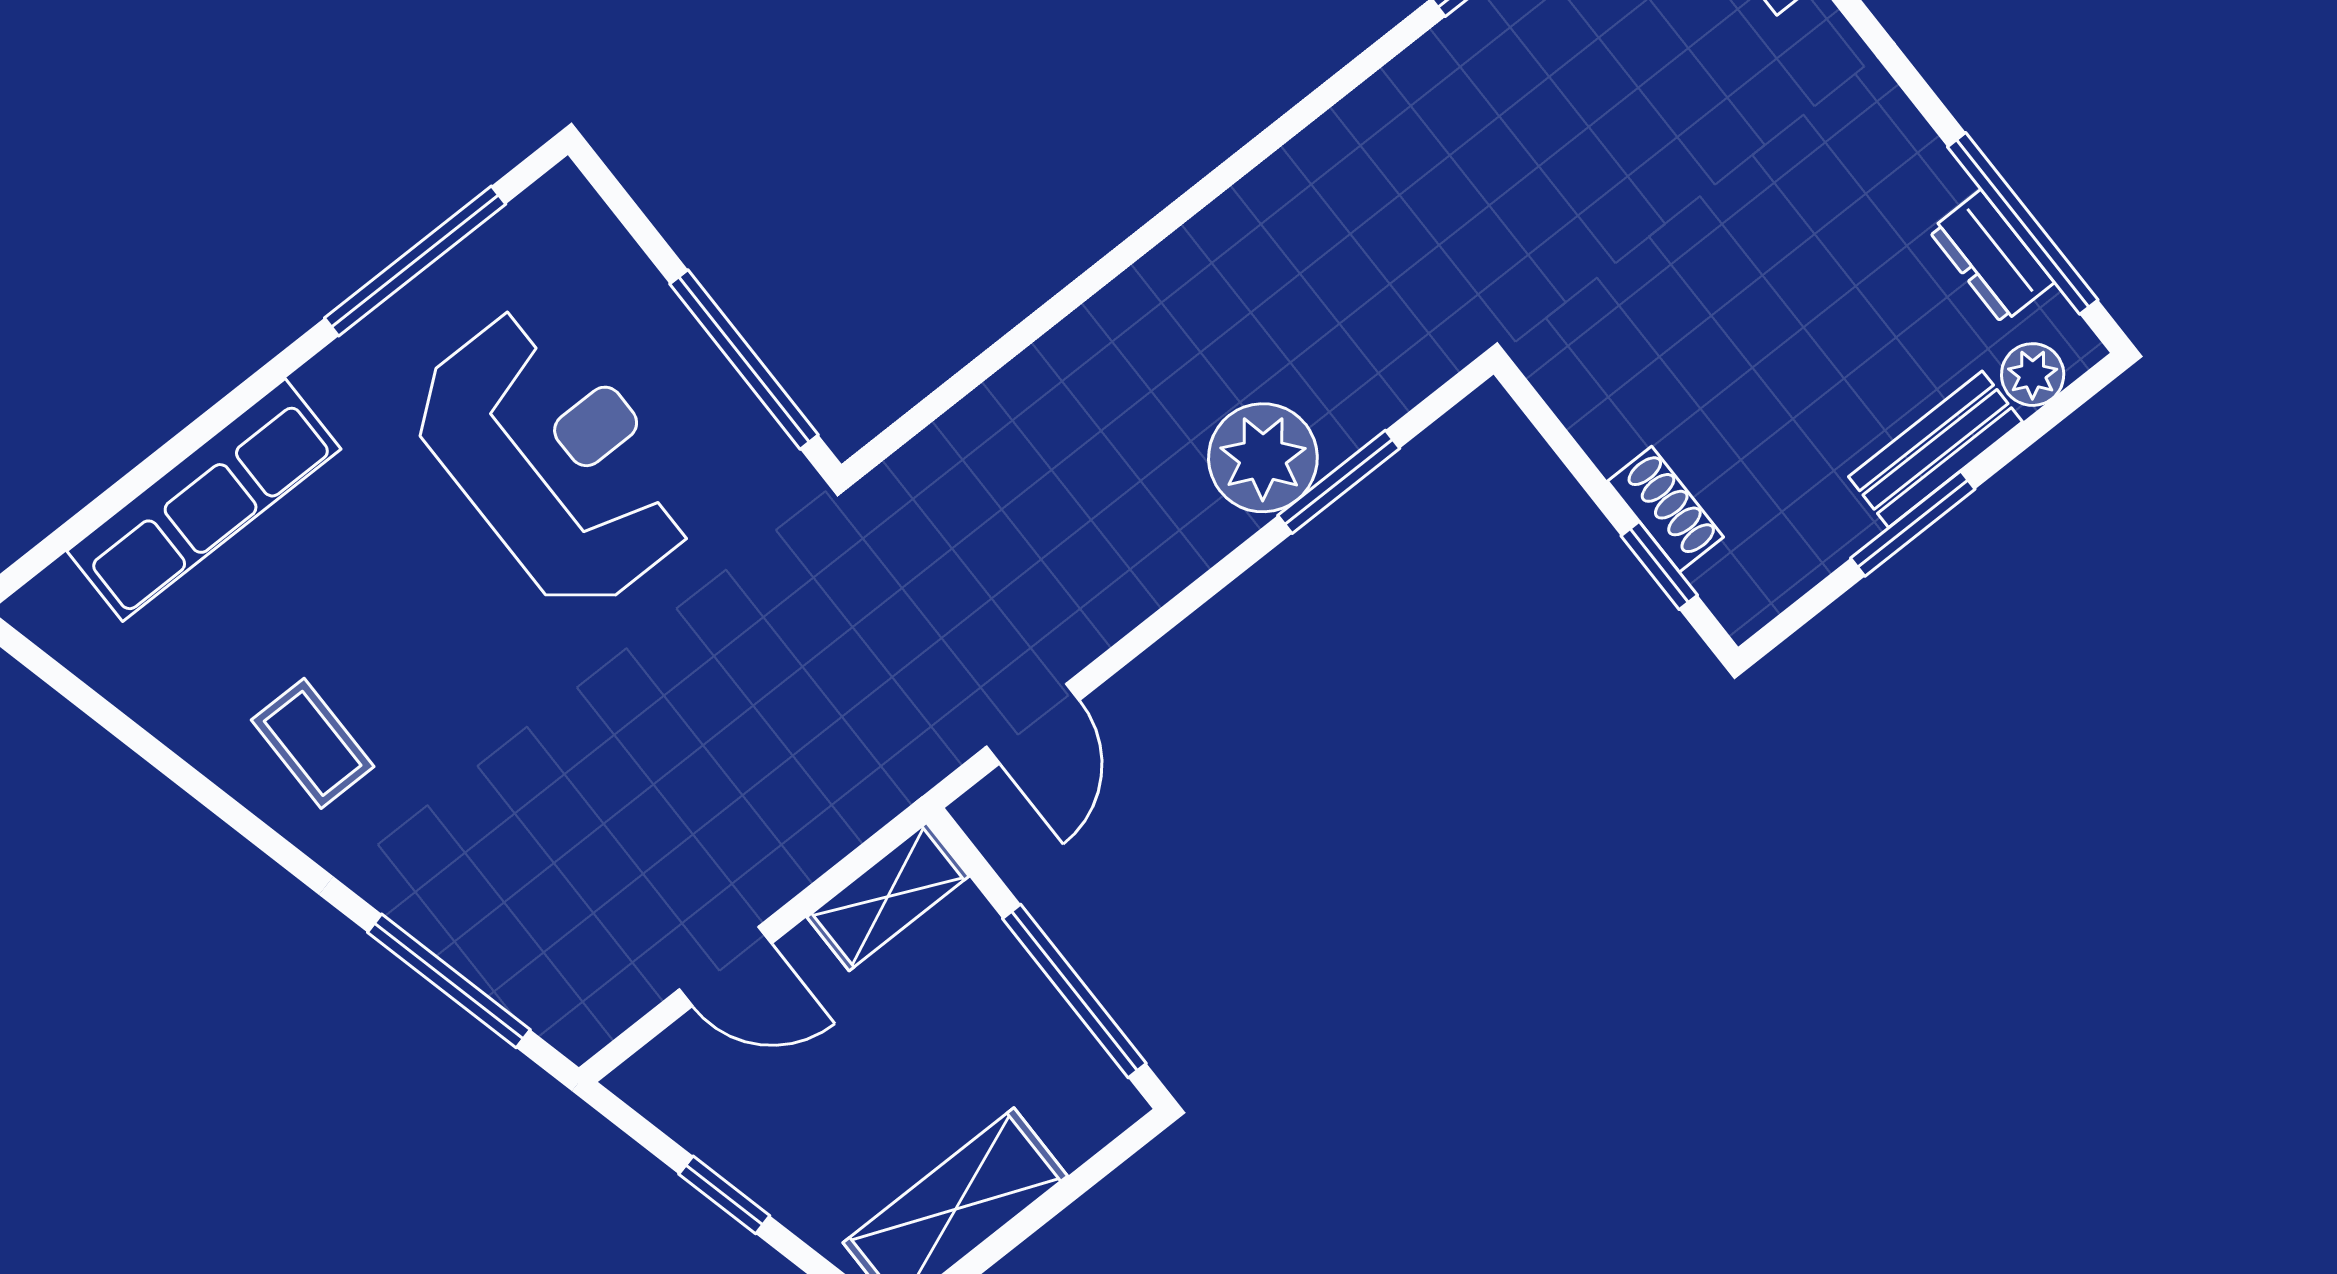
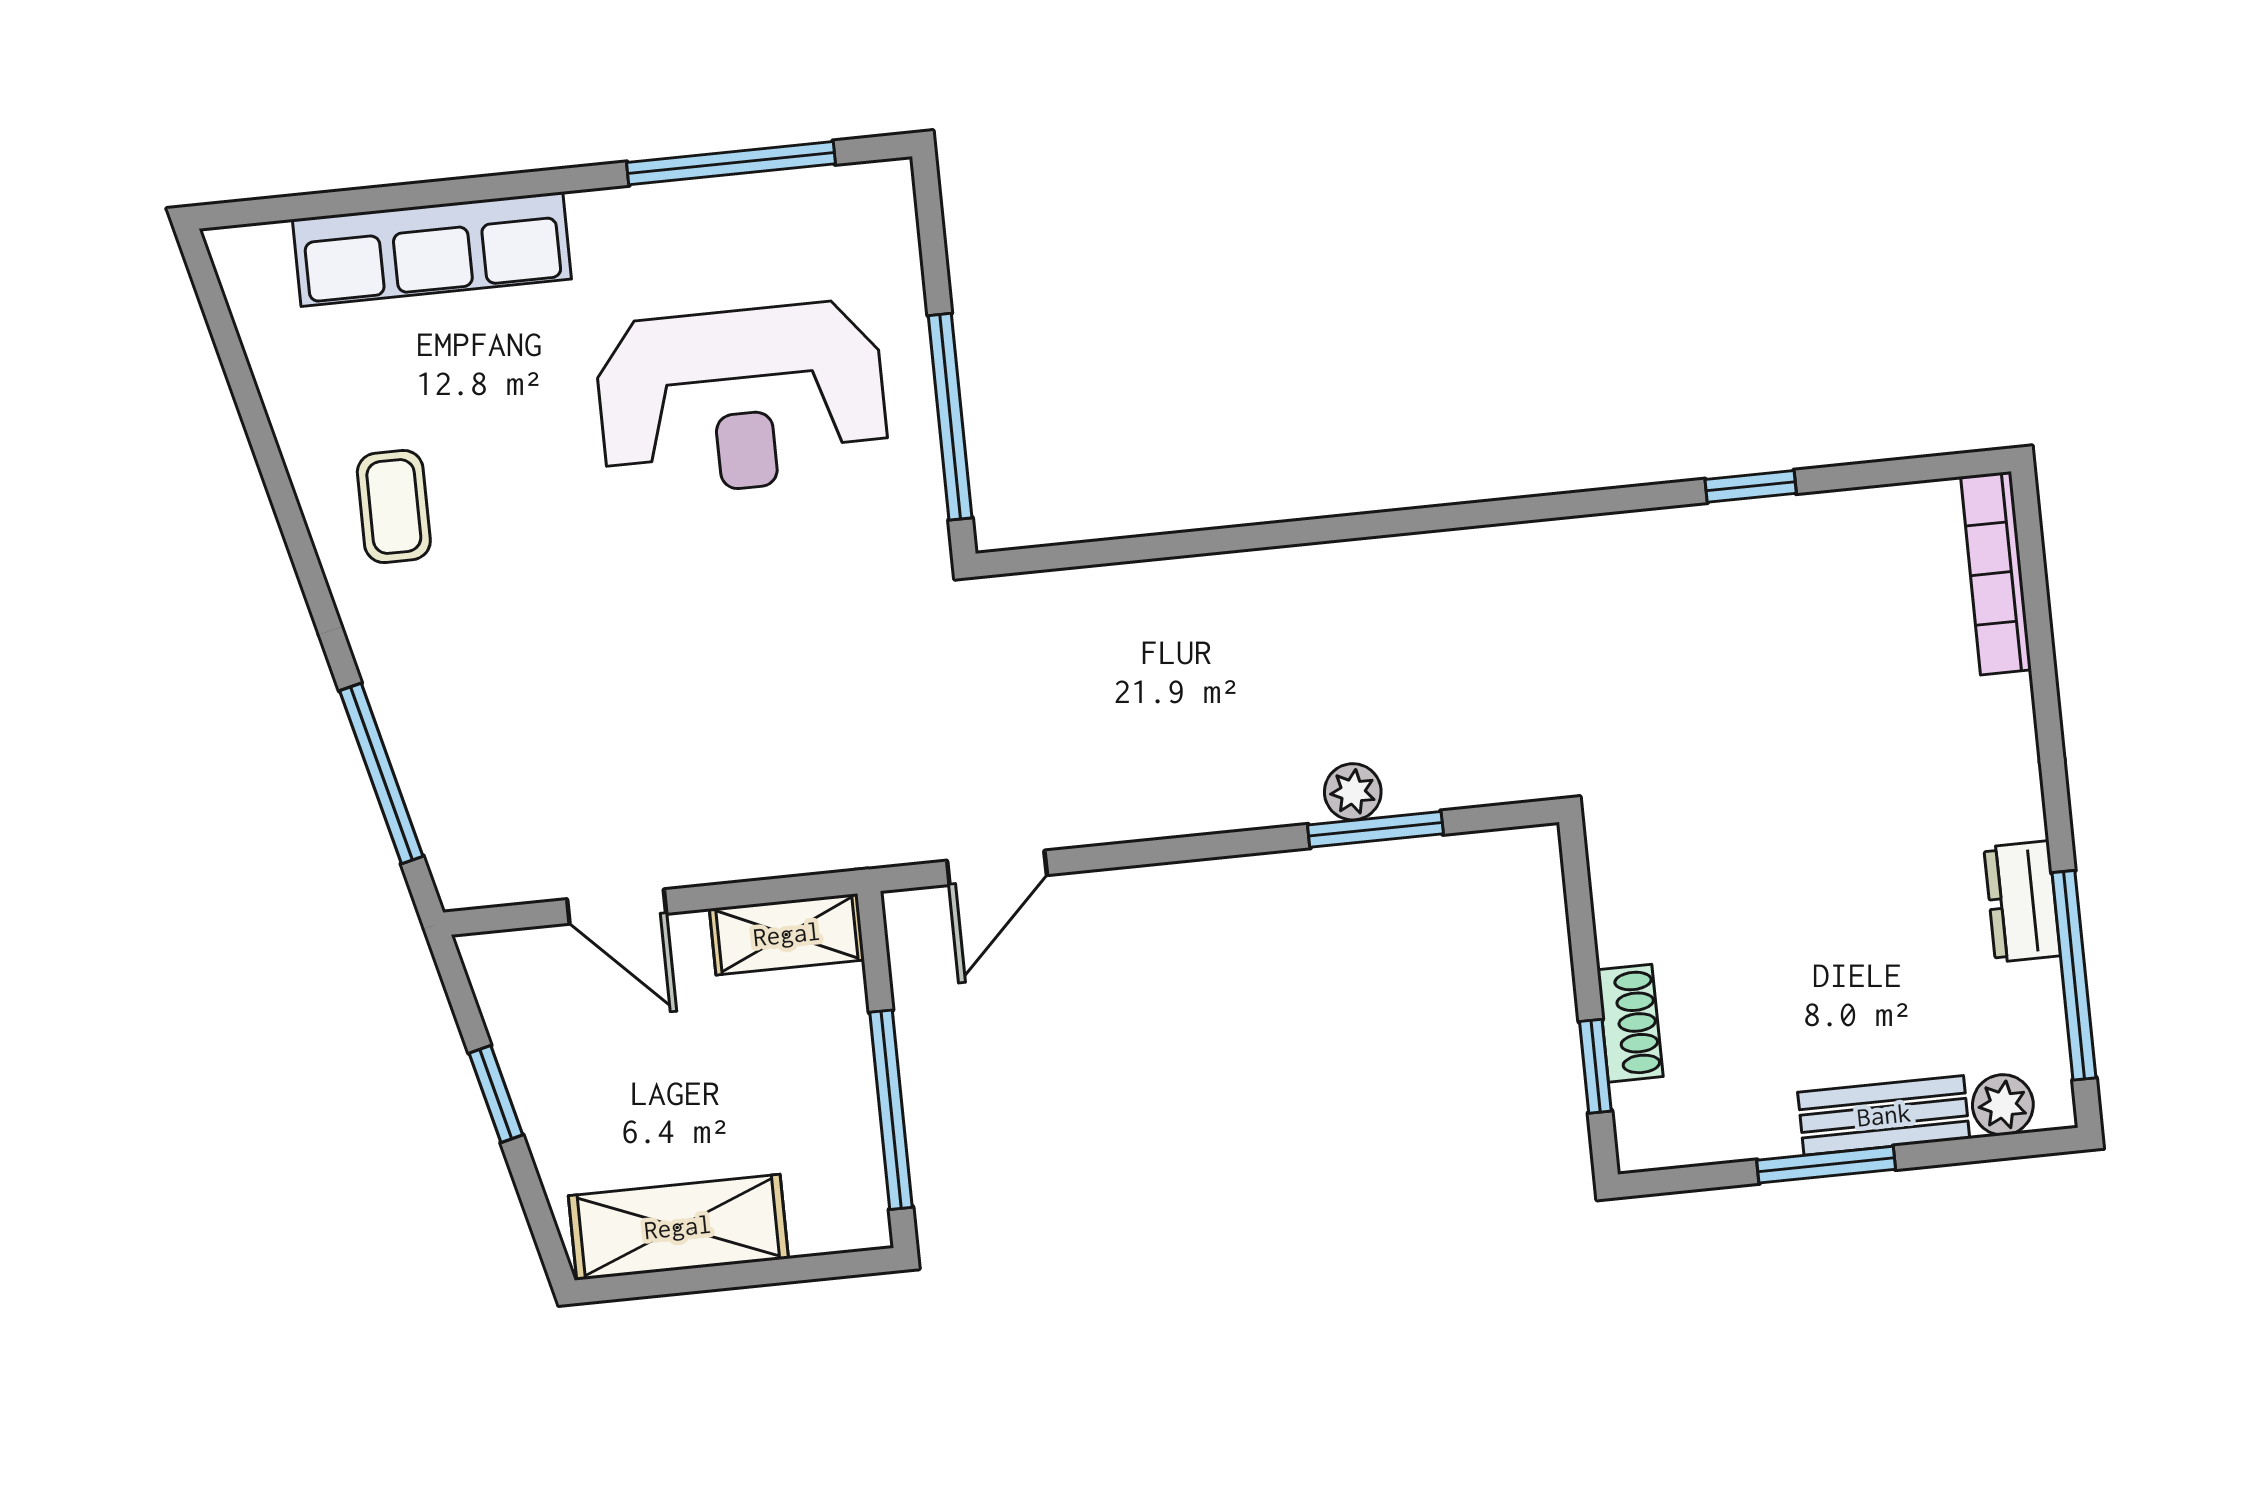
dresser: (1991, 257) -> (2022, 902), moved
plant: (1263, 458) -> (1353, 792), width x0.53, depth x0.53
reception desk: (554, 459) -> (742, 399), turned 90

